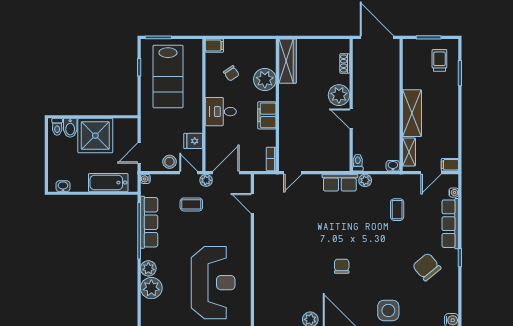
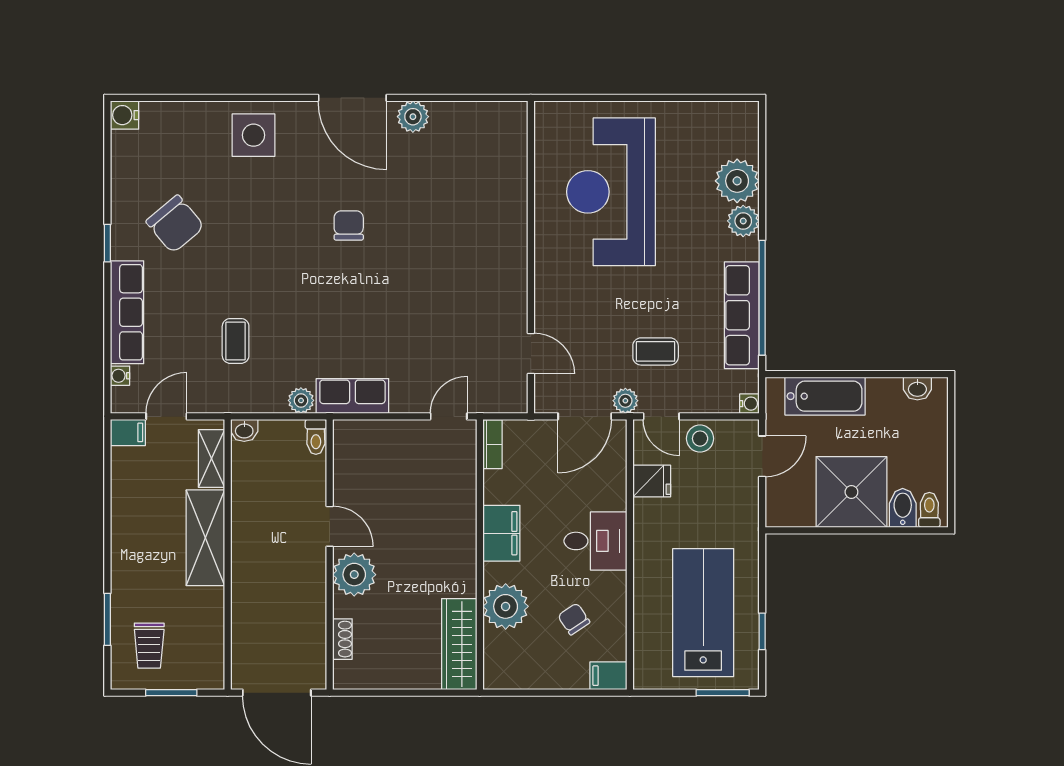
chair: (342, 266) -> (349, 225), turned 180

